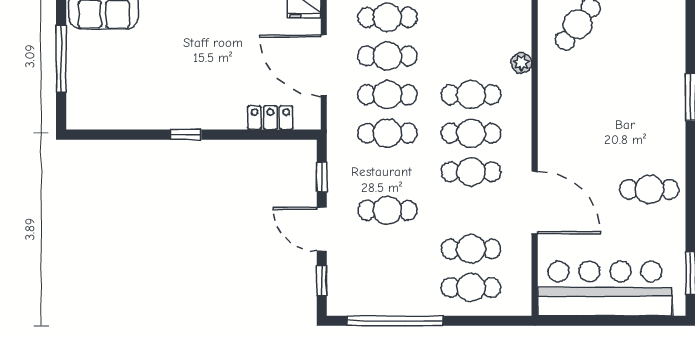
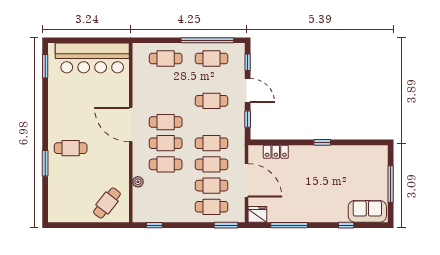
cafe table: (649, 189) -> (71, 148), moved
door: (535, 202) -> (131, 125), moved
cafe table: (471, 249) -> (212, 58), moved

